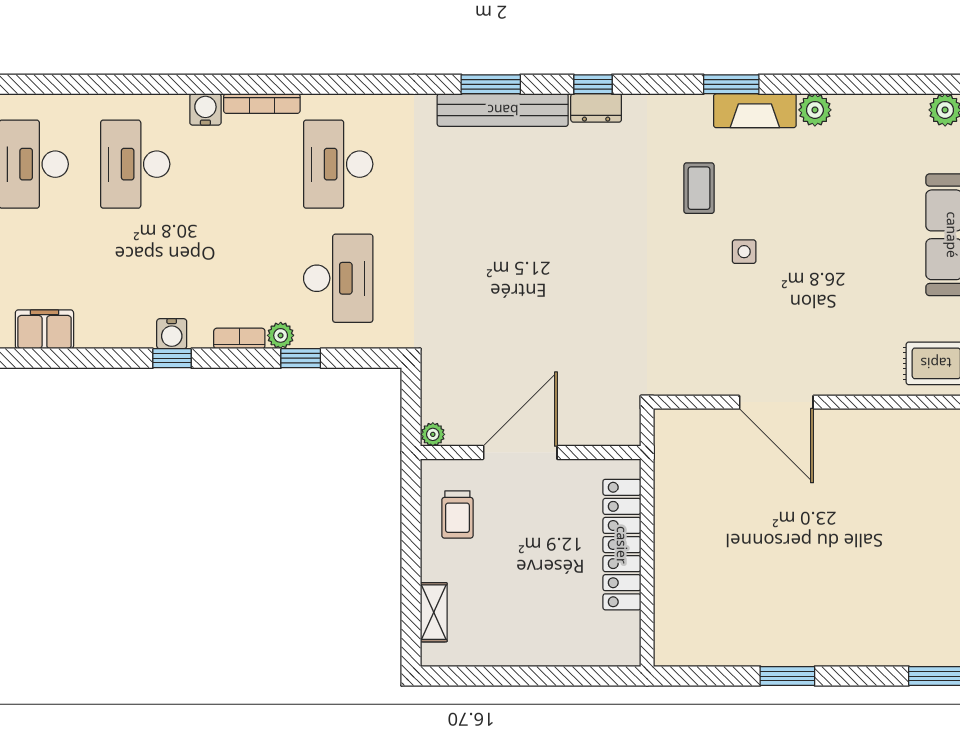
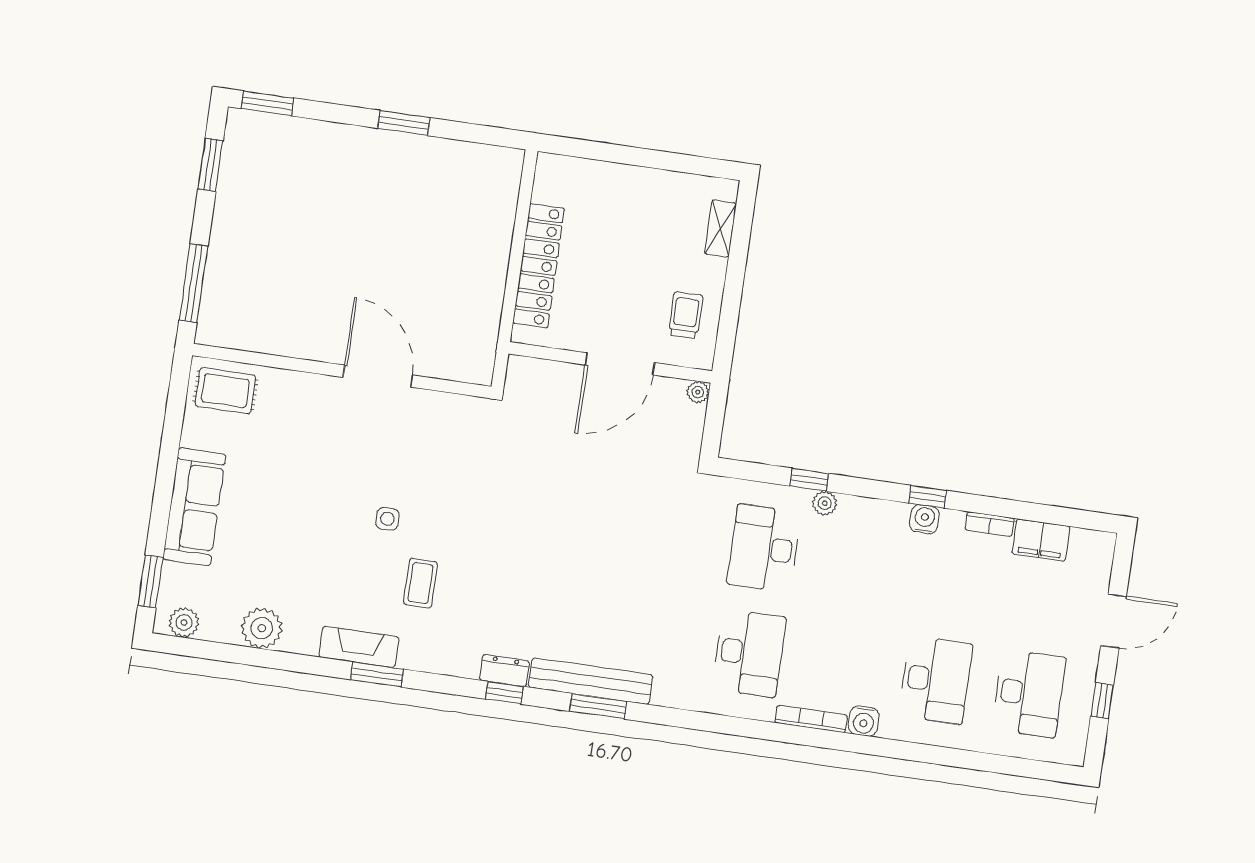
plant: (815, 110) -> (262, 628), moved, width x1.36, depth x1.36
bookcase: (239, 338) -> (990, 524), moved

